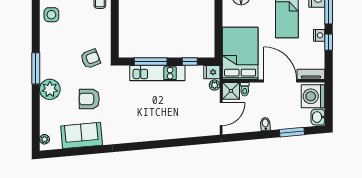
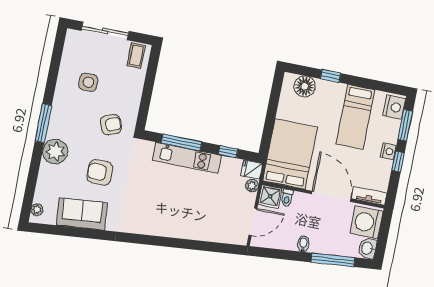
side table: (51, 15) -> (88, 82), moved
window: (292, 132) -> (333, 260), width x1.44

